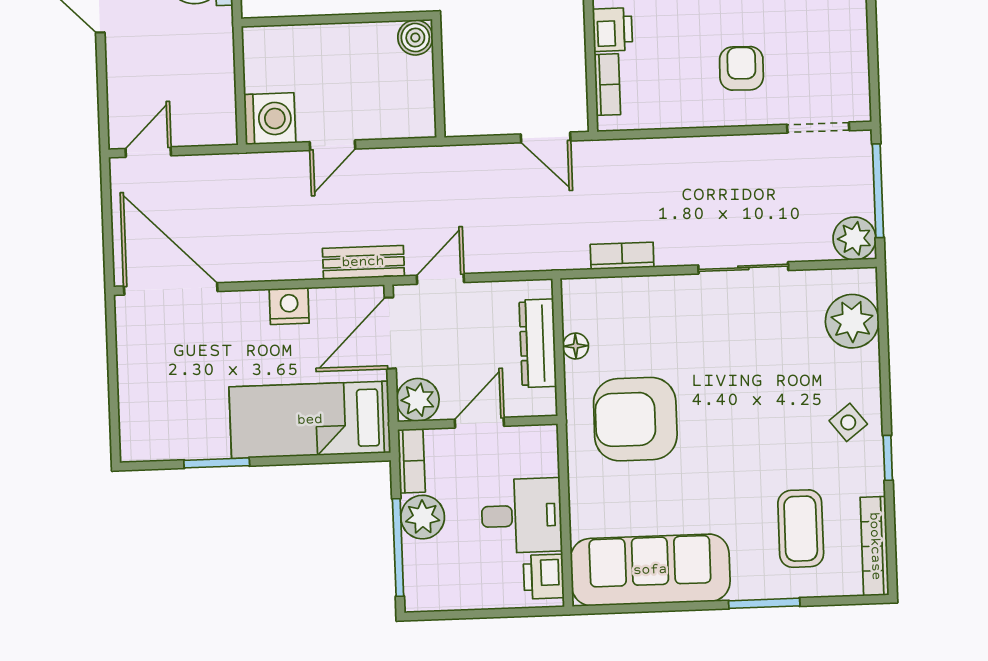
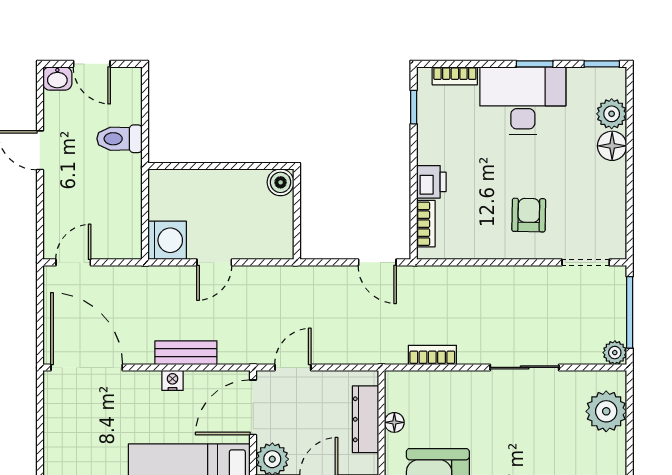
plant: (854, 238) -> (615, 353), width x0.73, depth x0.73
bench: (363, 262) -> (186, 353), moved
nightstand: (289, 306) -> (173, 380), width x0.72, depth x0.74

